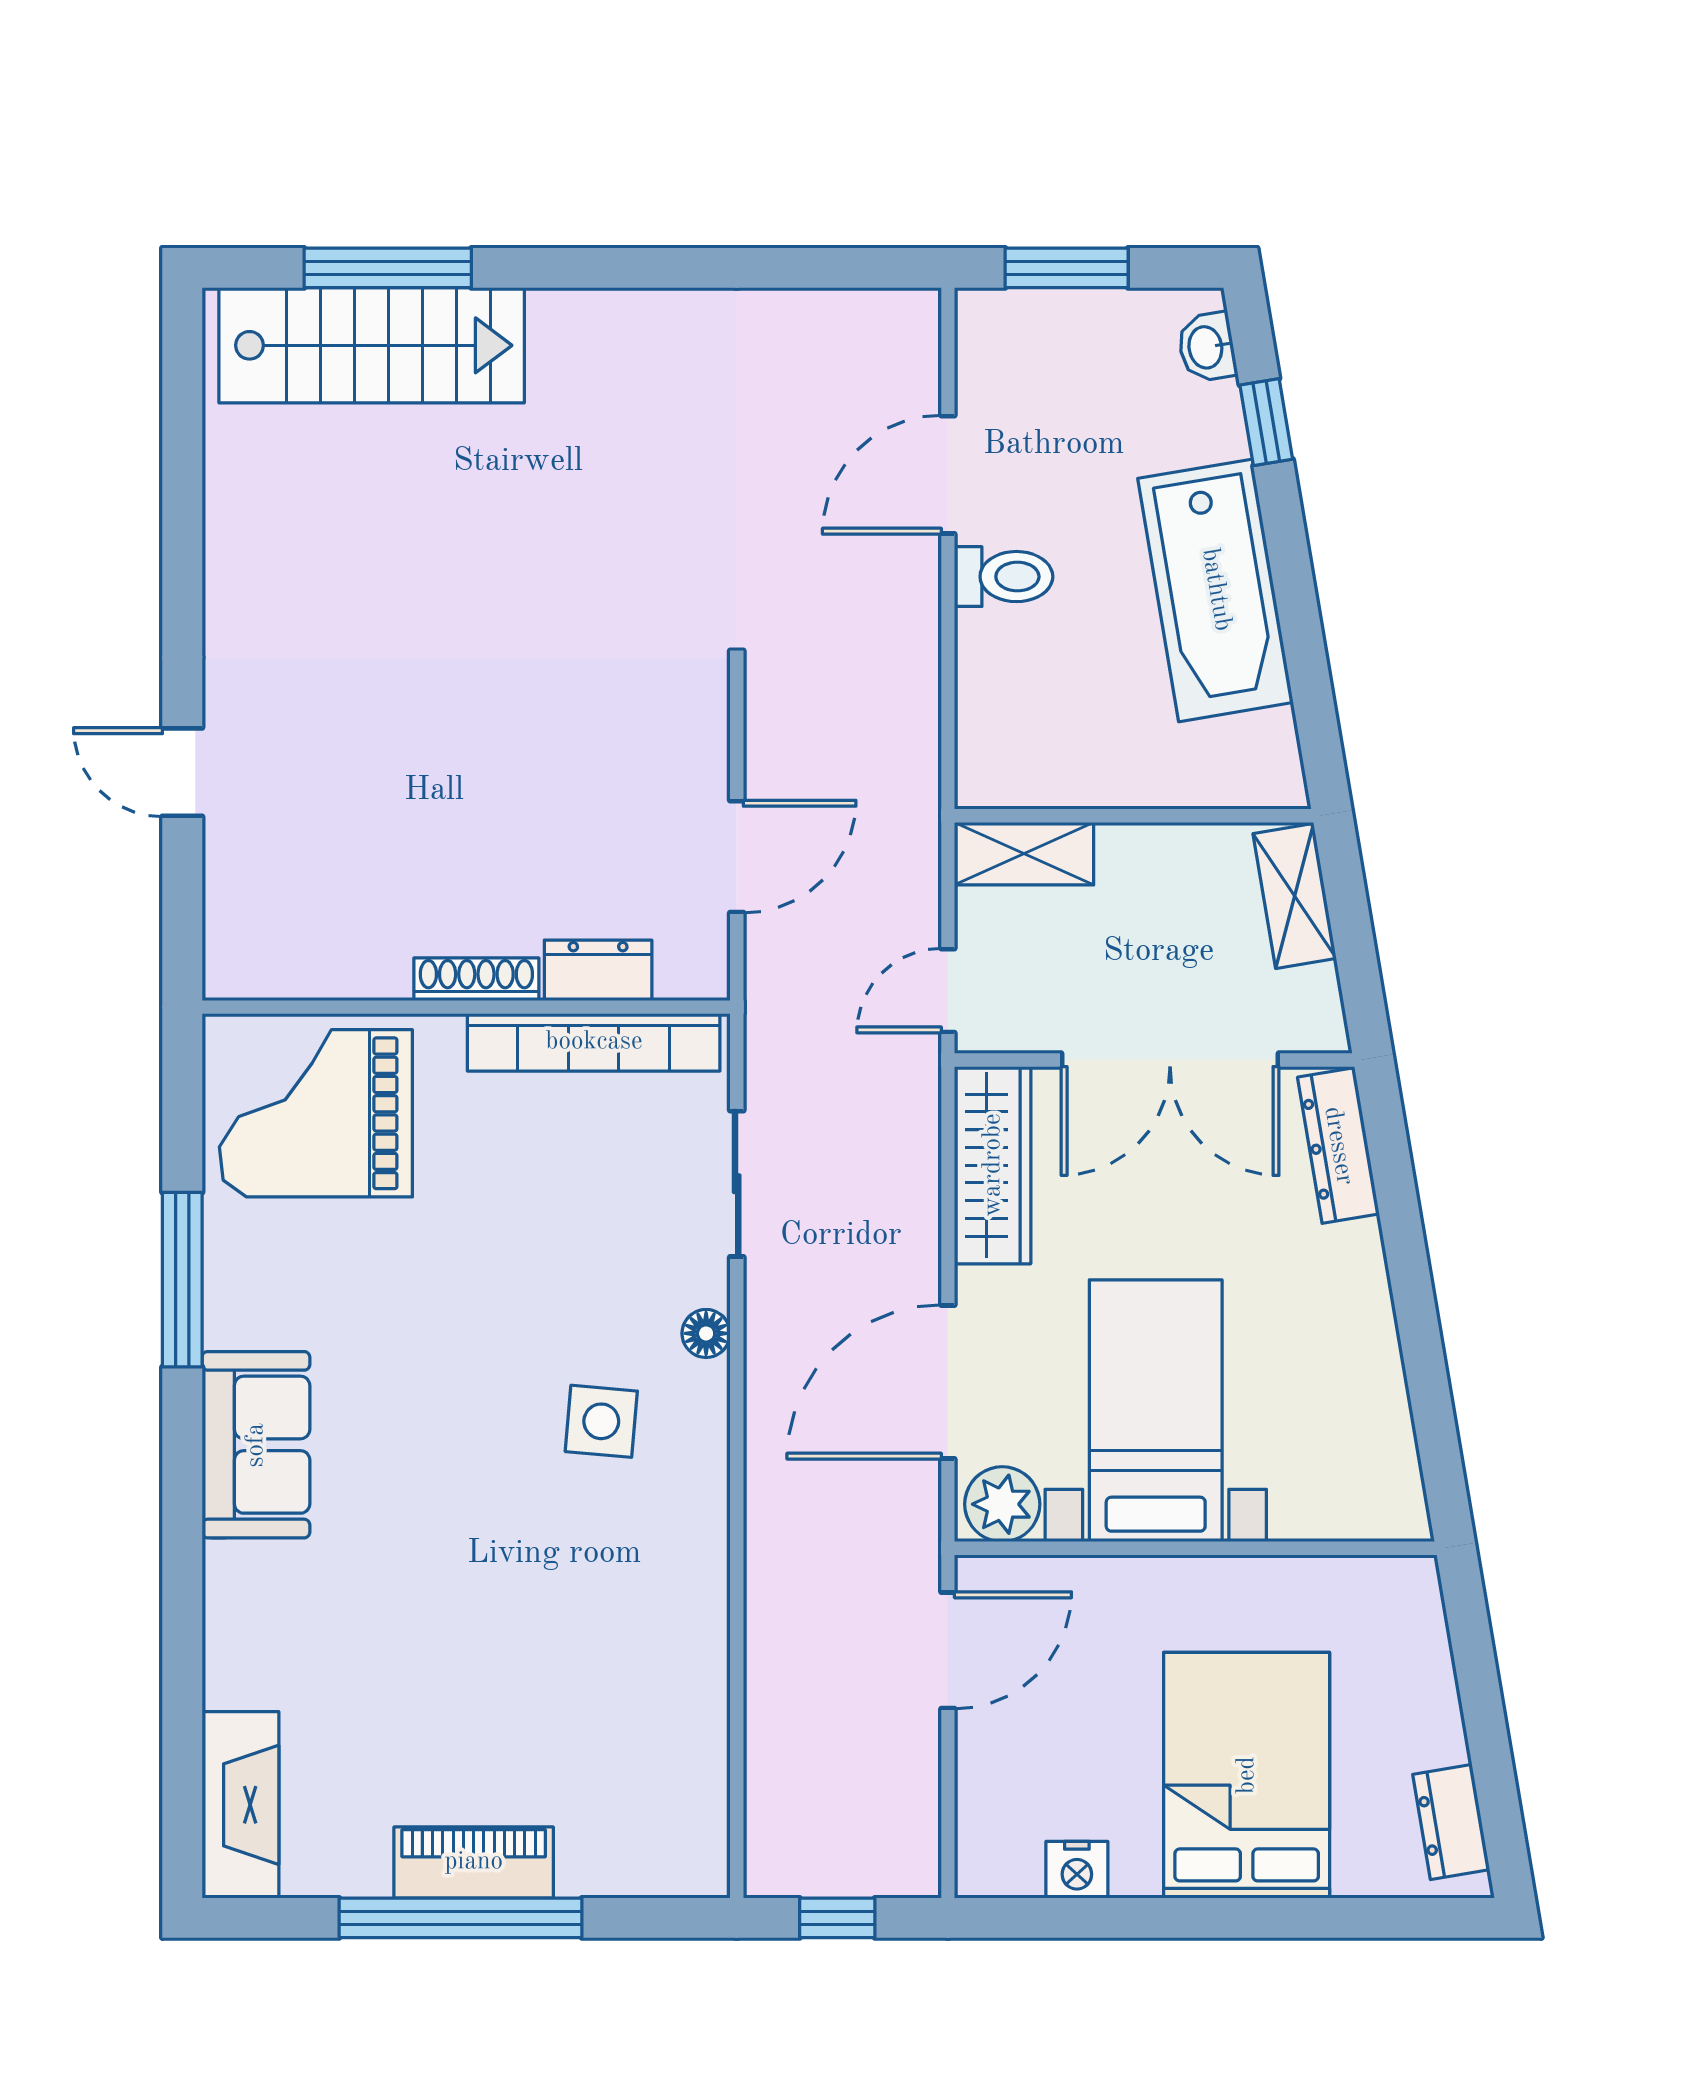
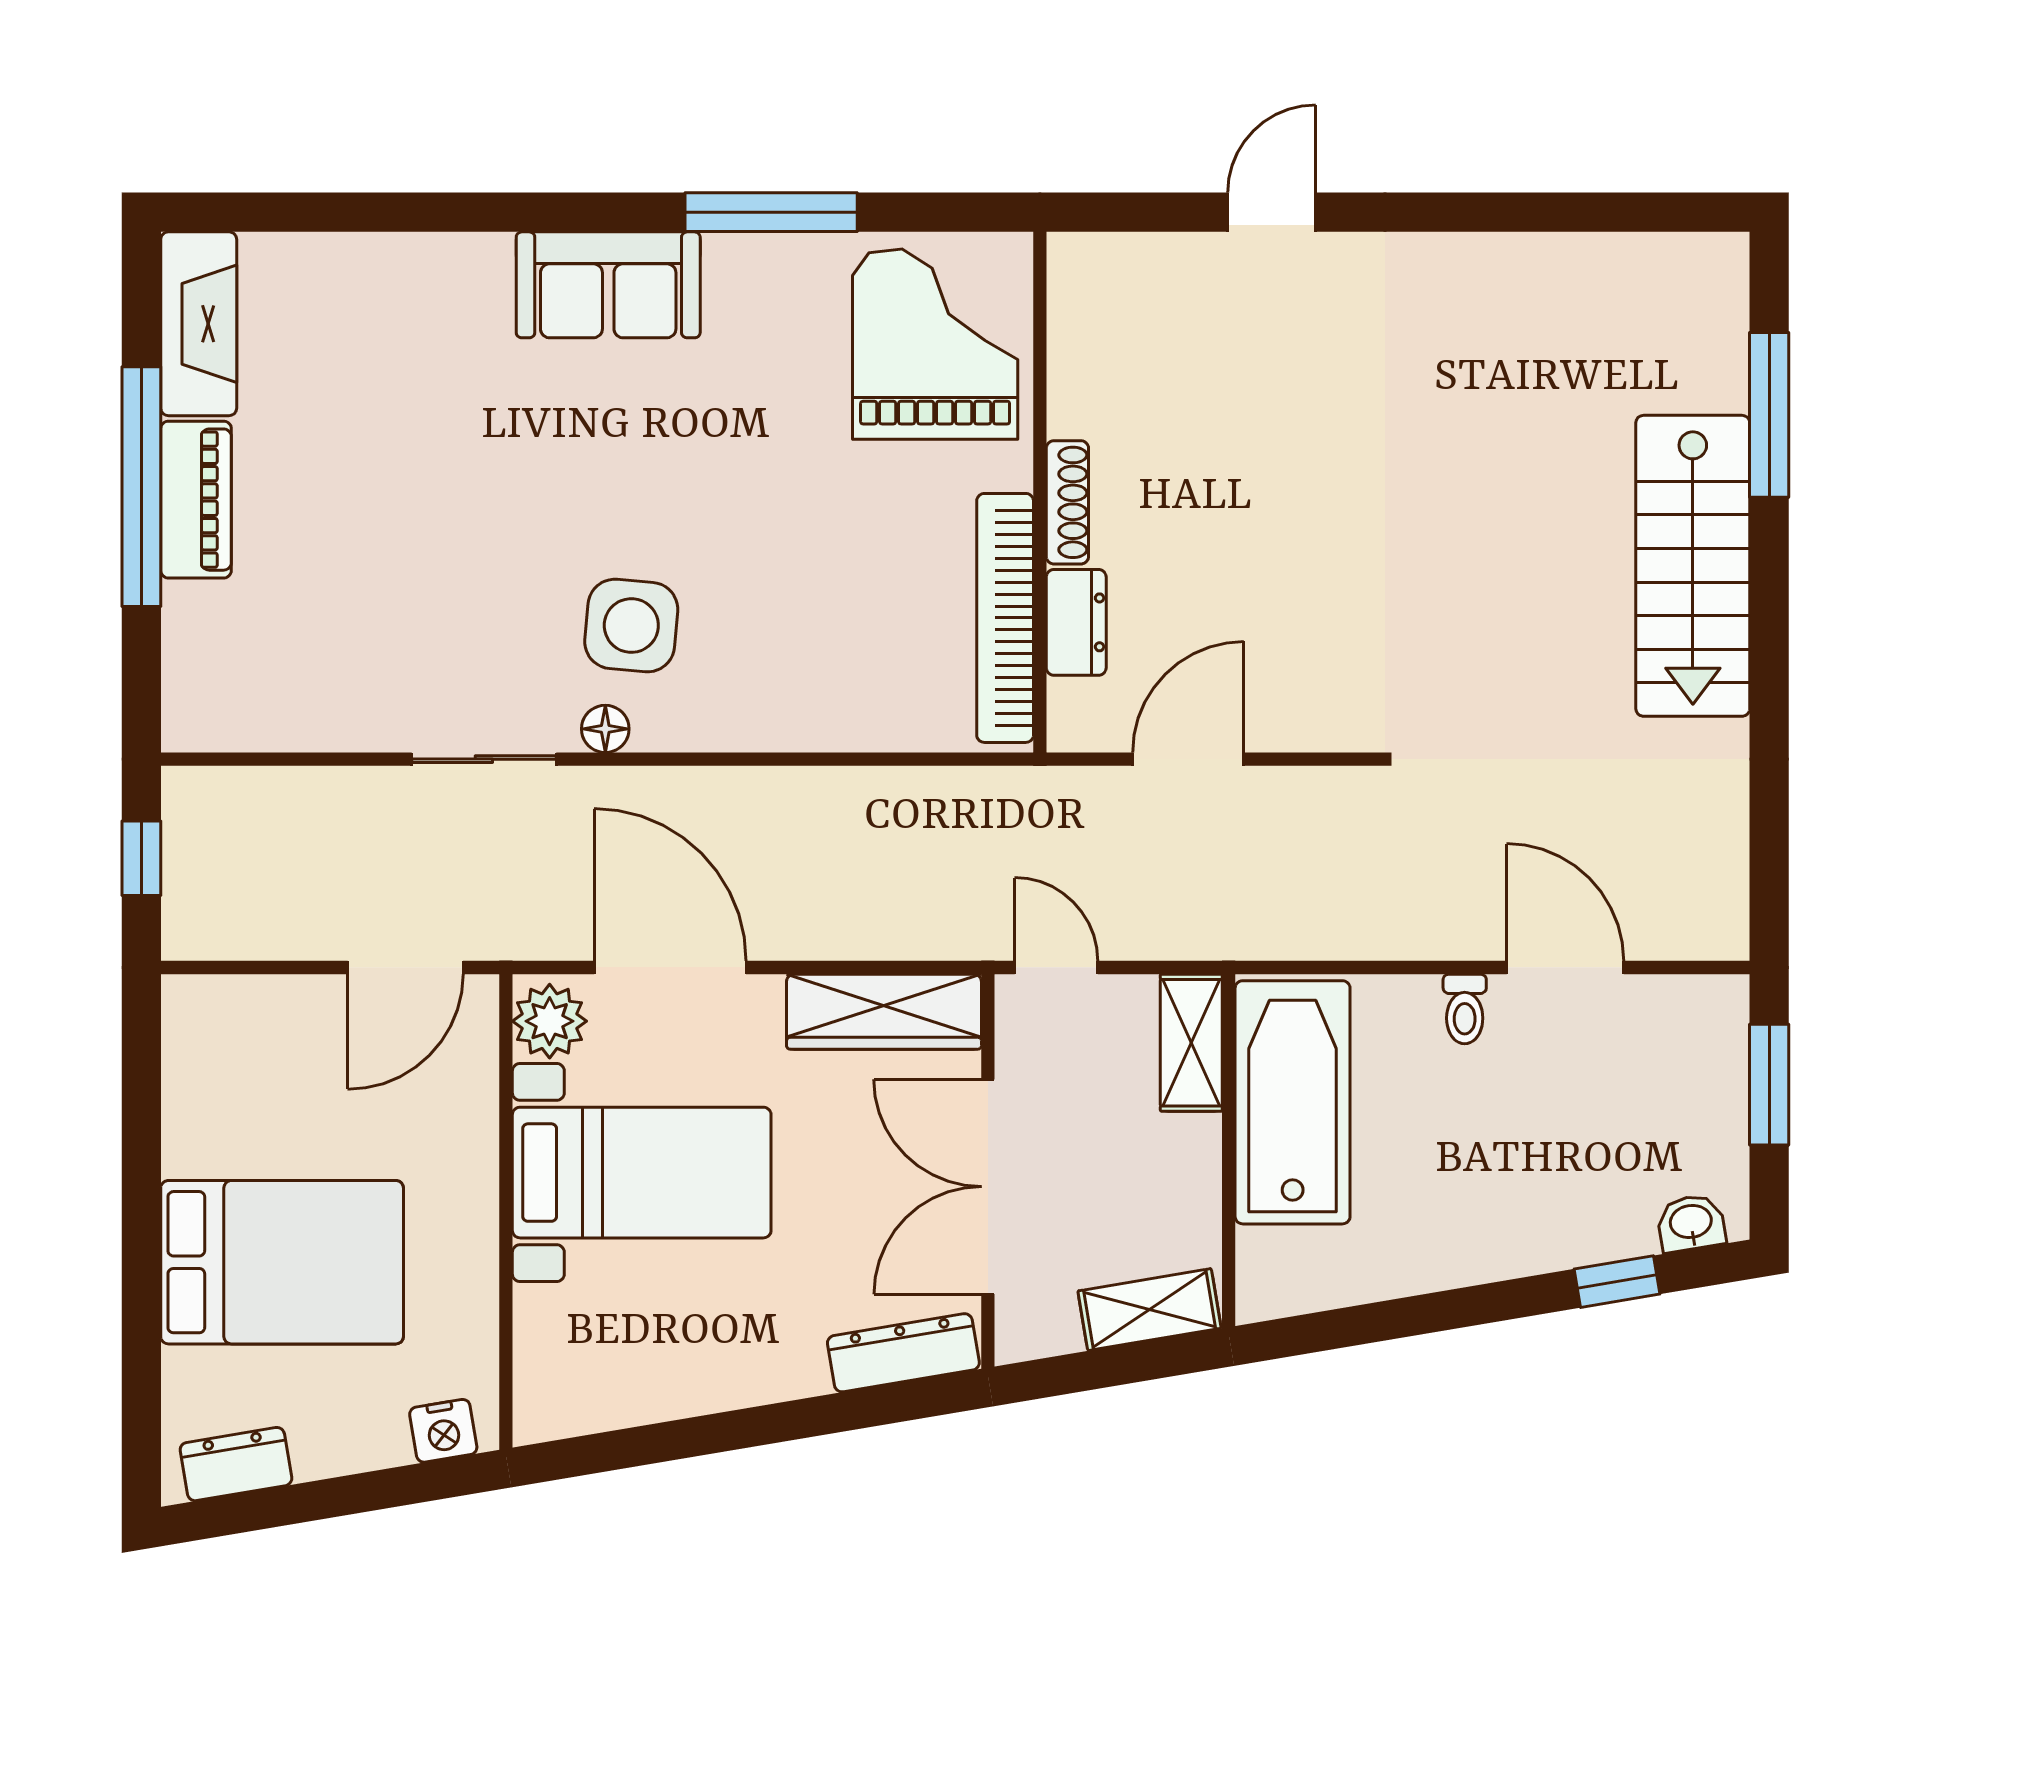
stairs: (372, 345) -> (1693, 566), moved
toilet: (1004, 577) -> (1465, 1009), width x0.73, depth x0.72
bathtub: (1216, 590) -> (1293, 1102), moved, turned 100
door: (737, 857) -> (1188, 759), swing flipped
sliding door: (737, 1184) -> (484, 759), moved
floor lamp: (706, 1333) -> (605, 729), moved
side table: (601, 1421) -> (631, 626), width x1.37, depth x1.37
door: (948, 1650) -> (405, 967), hinge flipped
fireplace: (240, 1805) -> (199, 324), moved, turned -90
nightstand: (1077, 1870) -> (443, 1431), moved, turned -100

